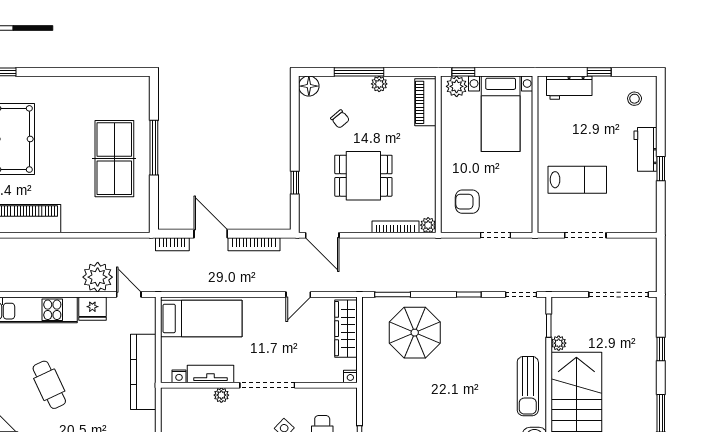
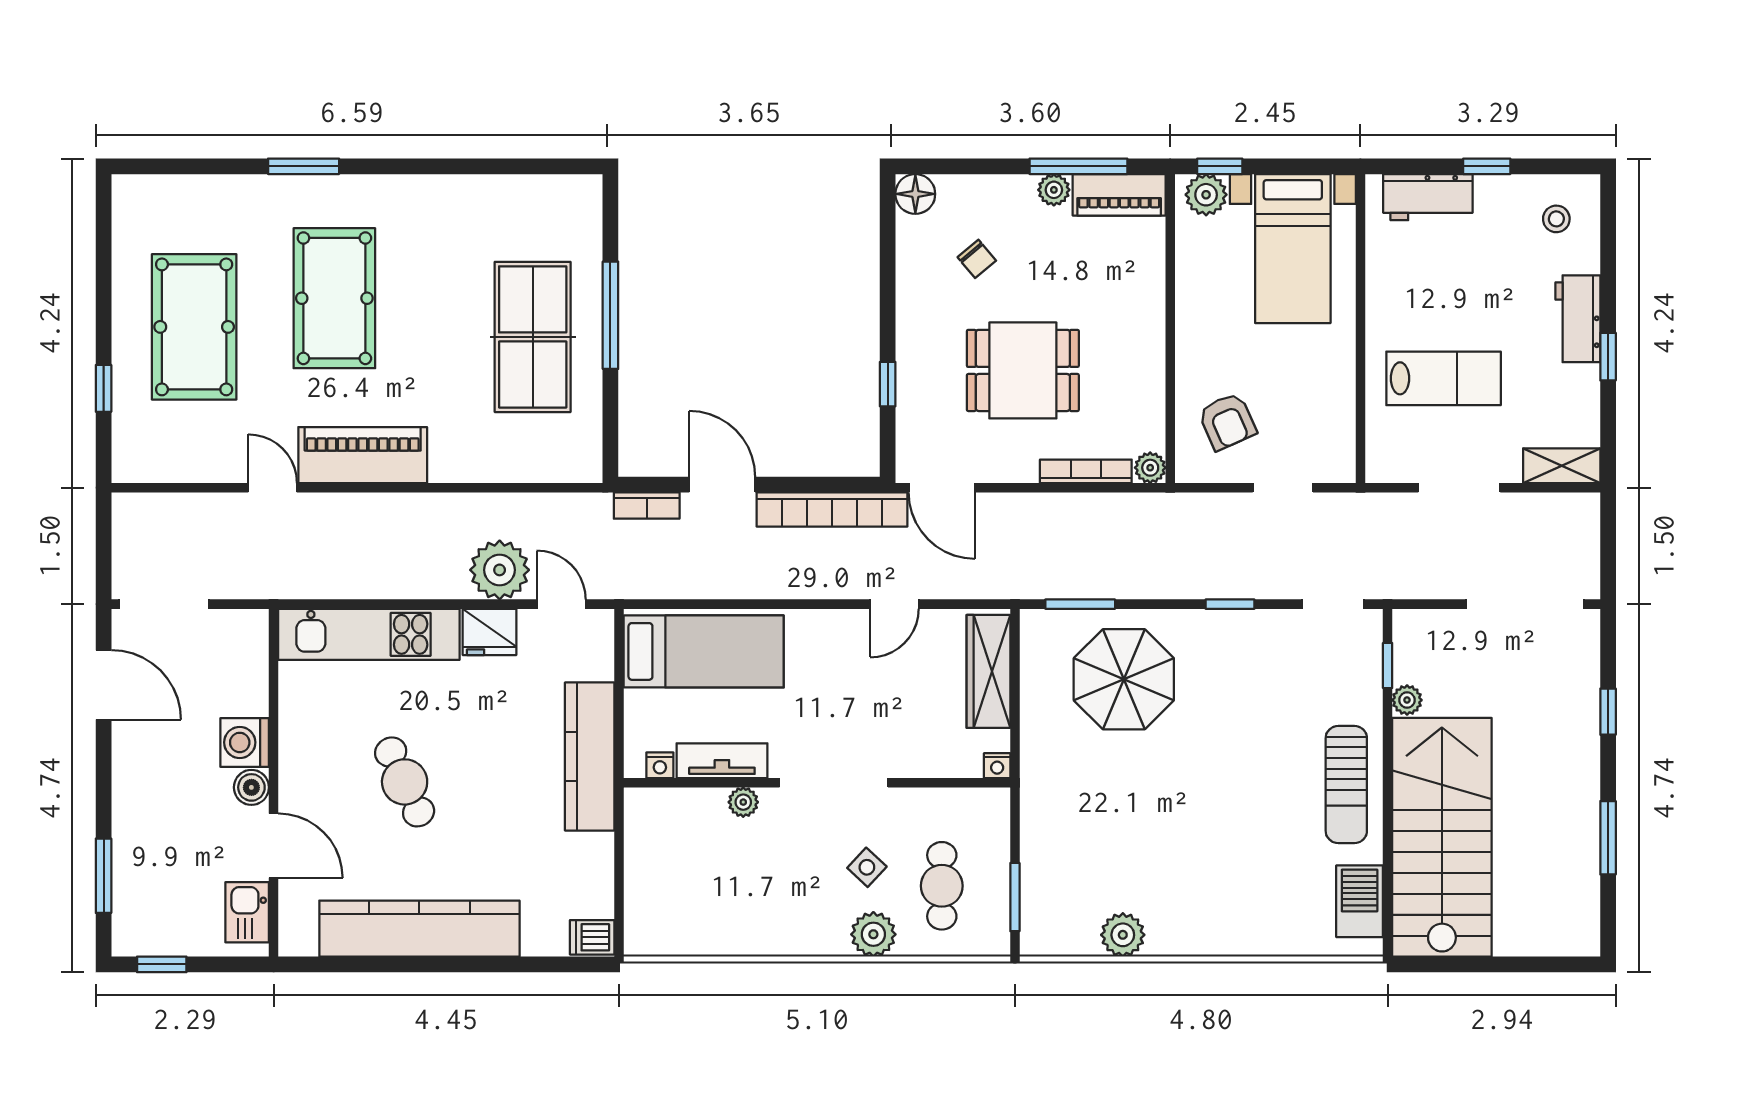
window: (359, 72) -> (1078, 166), moved
piano: (425, 102) -> (1119, 195), moved, turned -90
armchair: (467, 202) -> (1227, 421), turned -114
shelving: (637, 224) -> (1562, 466), added
bookcase: (254, 244) -> (832, 509), width x1.48, depth x1.31

